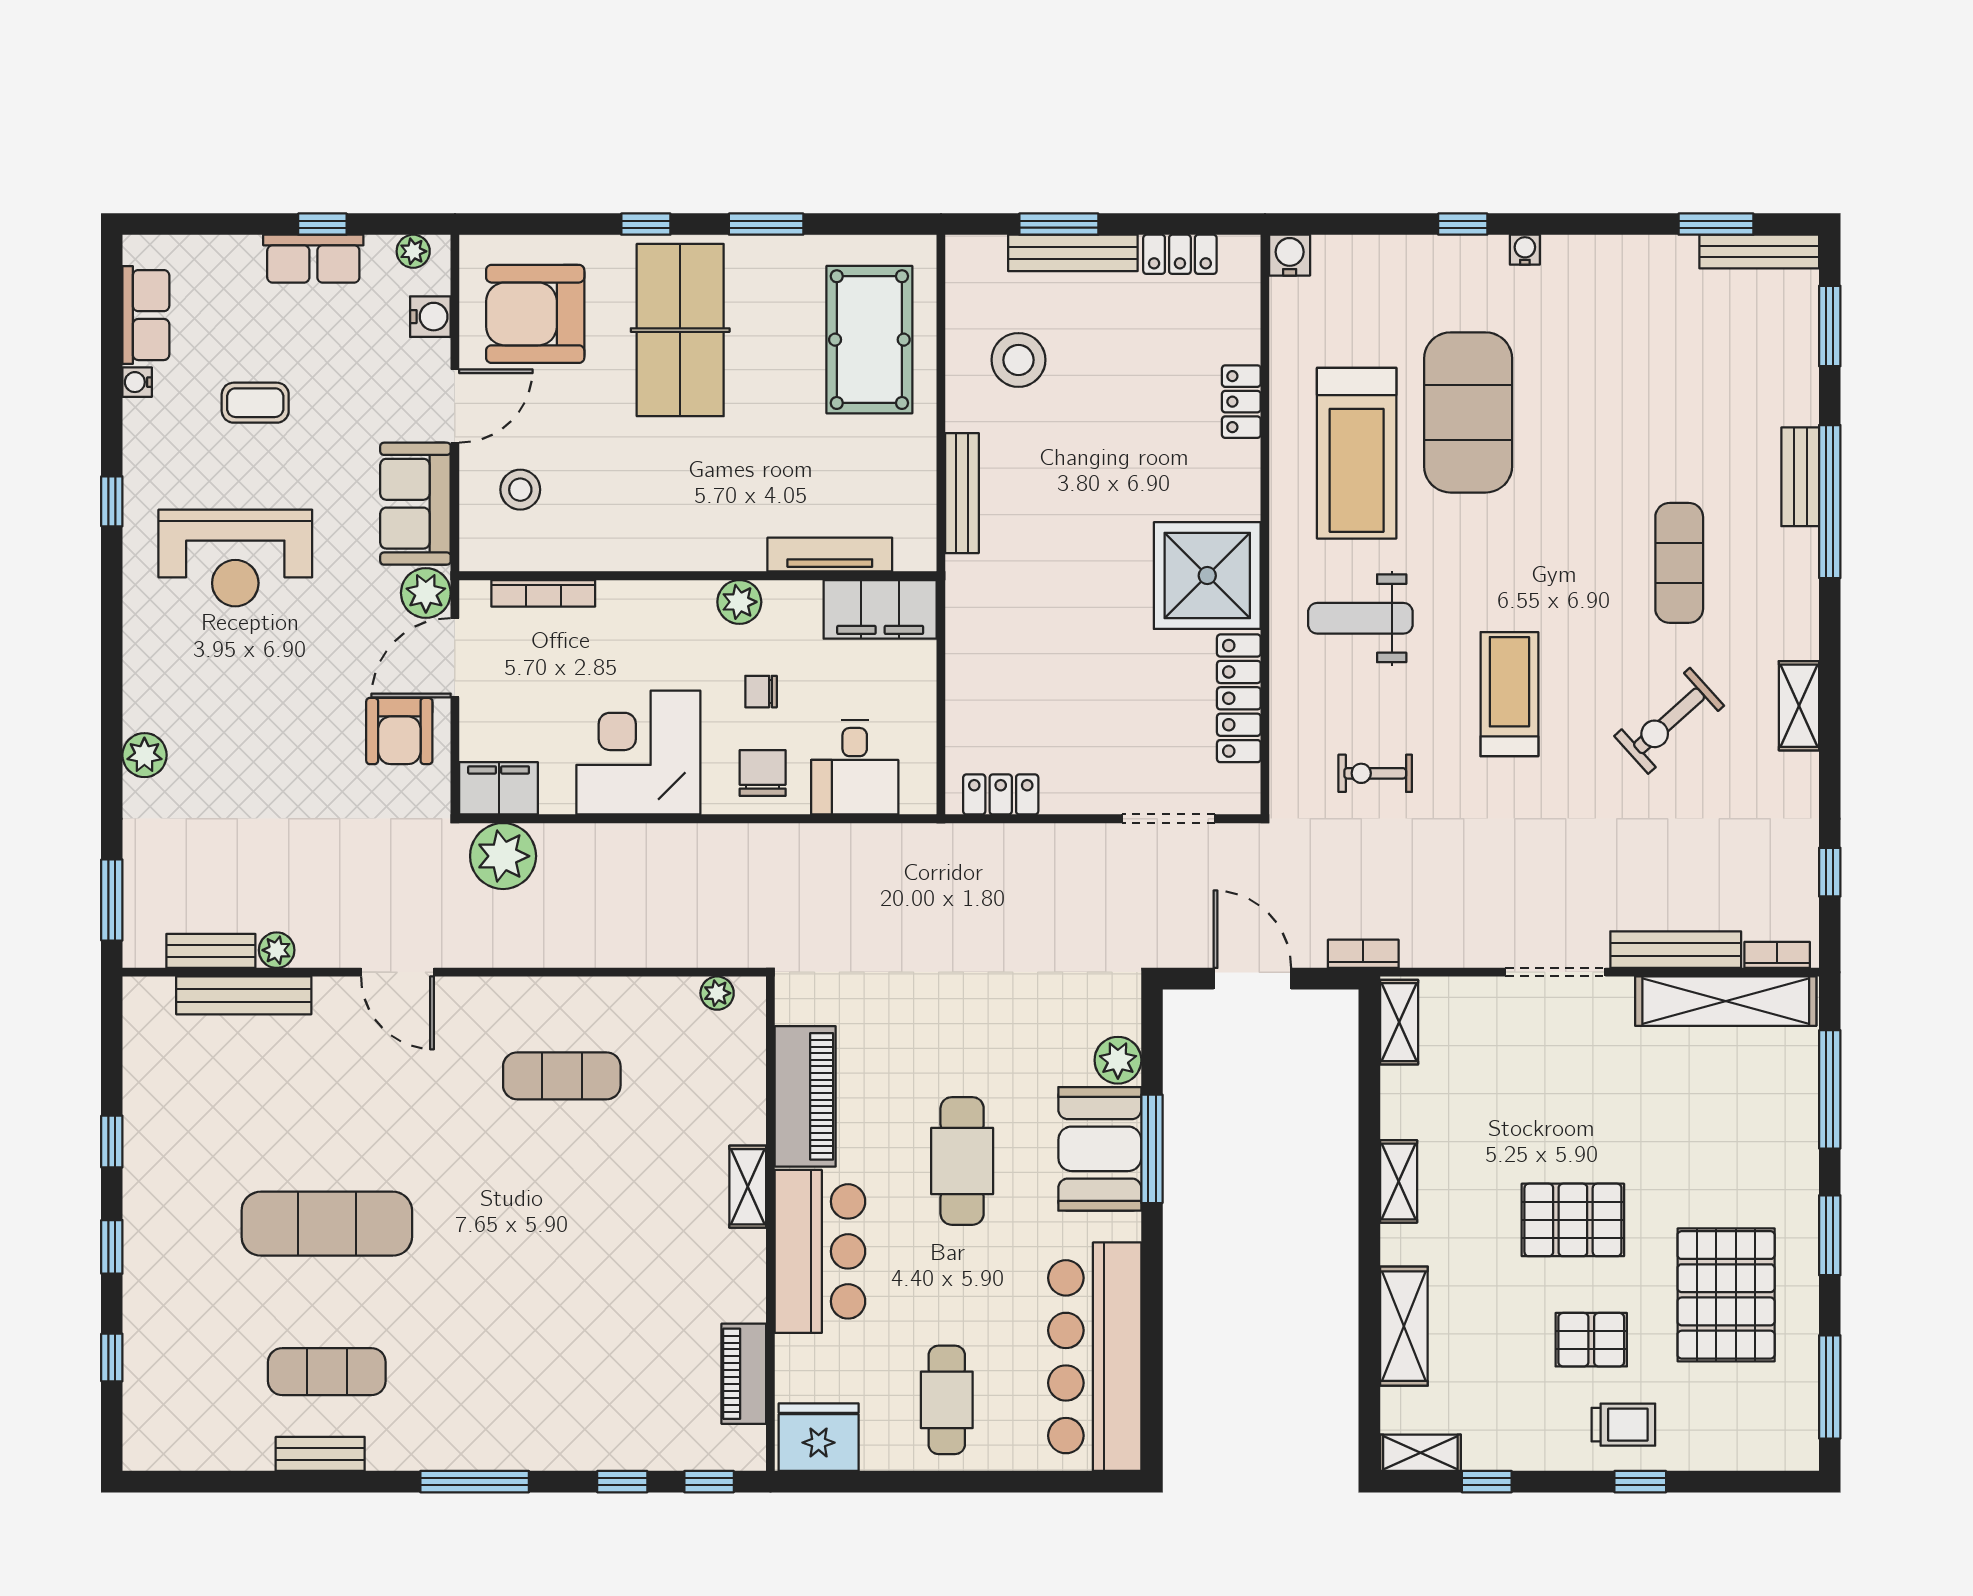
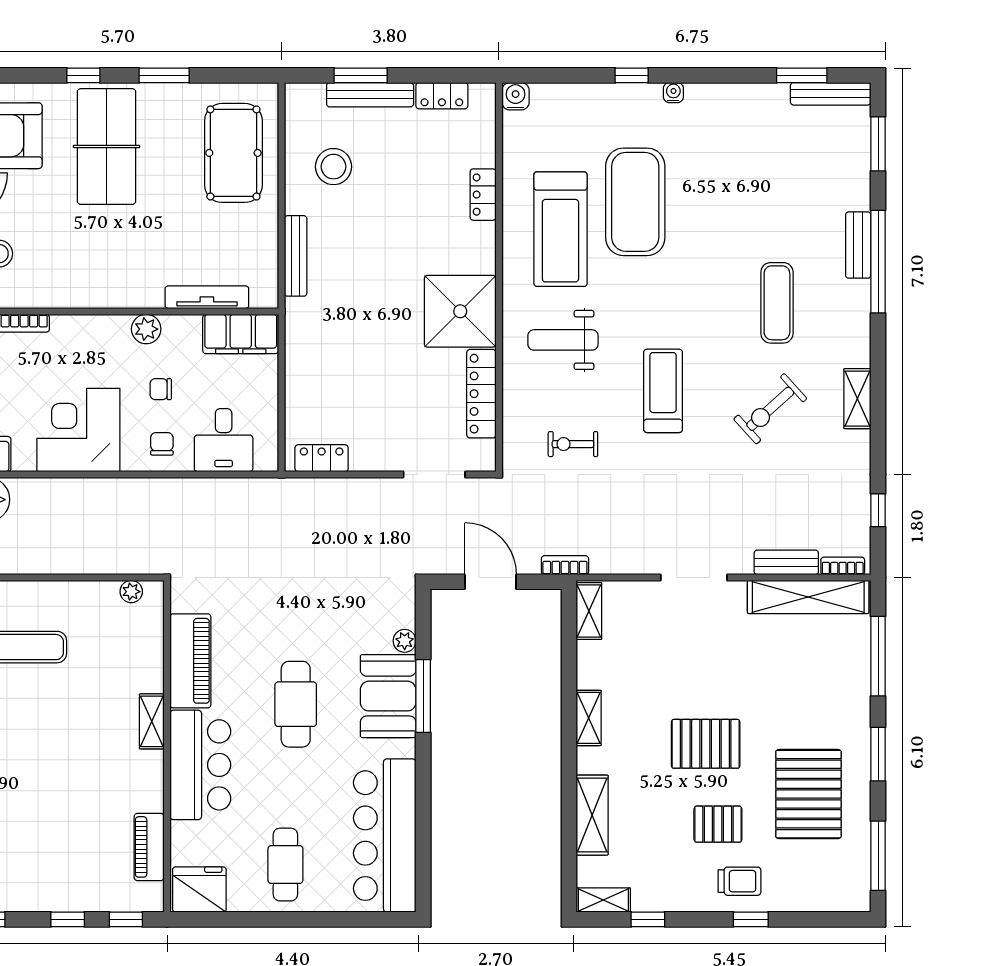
chair: (763, 773) -> (162, 444), width x0.73, depth x0.73
bench: (1676, 950) -> (786, 562), width x0.73
plant: (1118, 1060) -> (405, 641), width x0.73, depth x0.73

